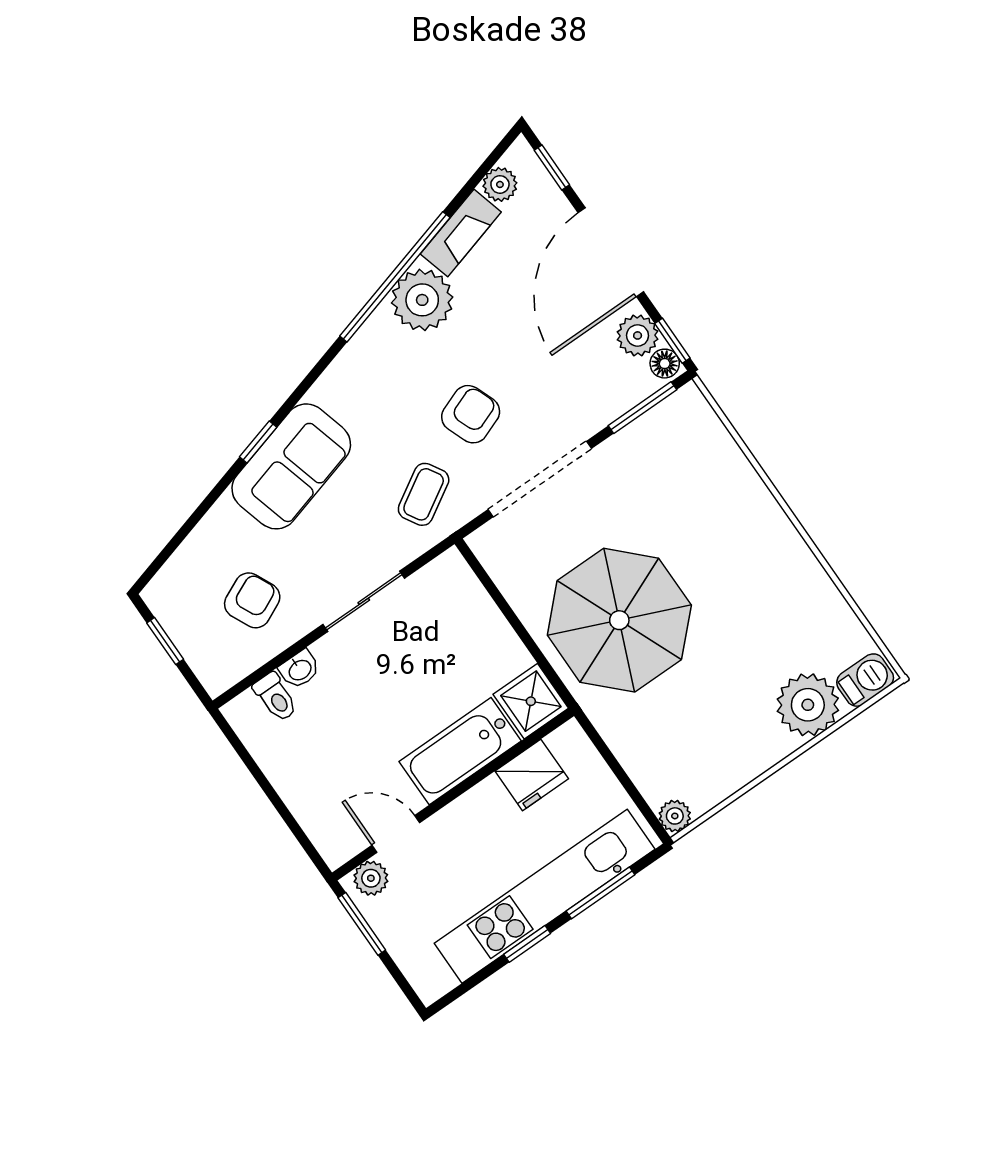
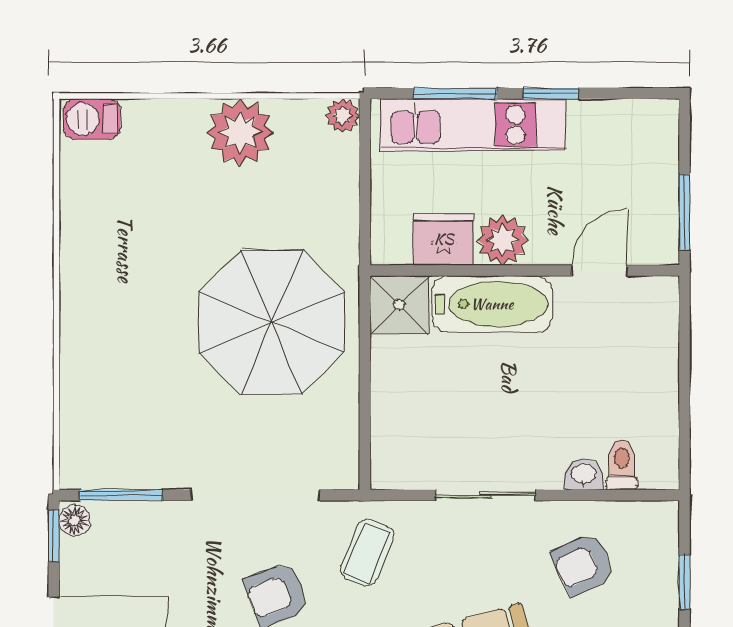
plant: (638, 335) -> (81, 562), removed
coffee table: (424, 494) -> (367, 553), turned -37
plant: (808, 705) -> (240, 132), moved
door: (396, 834) -> (599, 271), swing flipped
plant: (371, 878) -> (503, 240), moved, width x1.38, depth x1.38
kitchen unit: (545, 896) -> (473, 125), width x0.73

